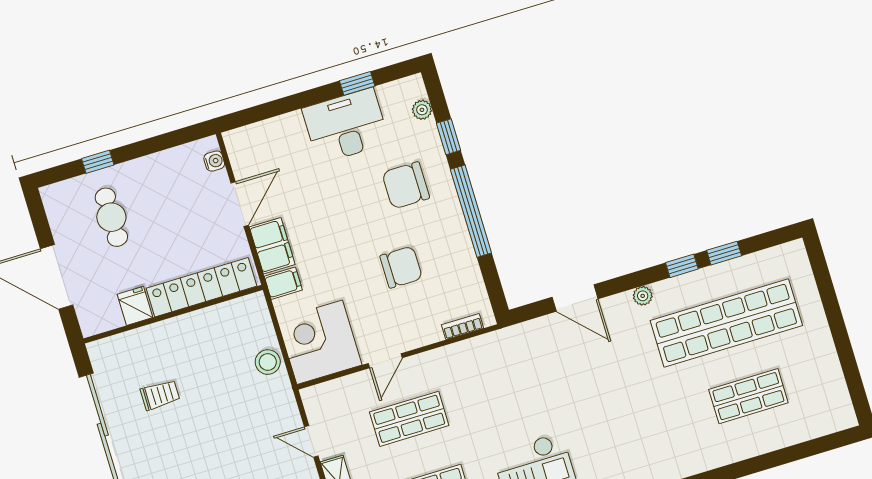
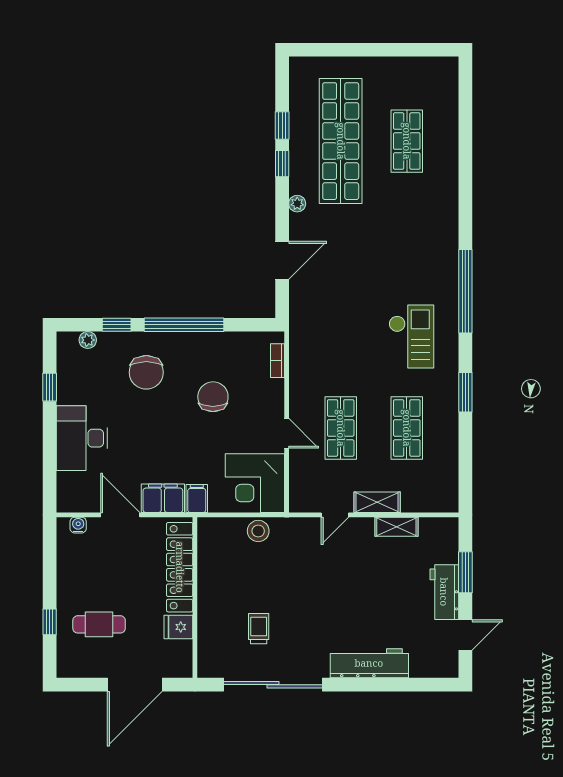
desk: (346, 126) -> (82, 438), moved

